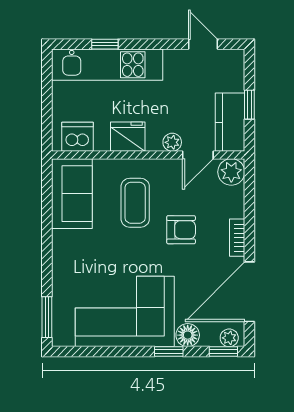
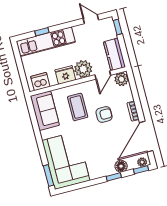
window: (249, 105) -> (118, 27), moved
plant: (172, 142) -> (83, 69), width x1.88, depth x1.88
corner sofa: (125, 311) -> (66, 160), moved, turned 90

